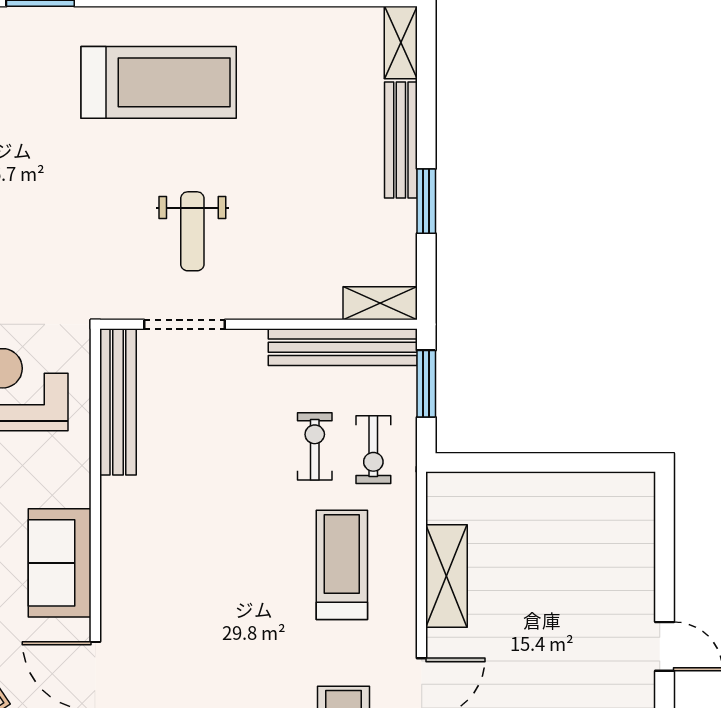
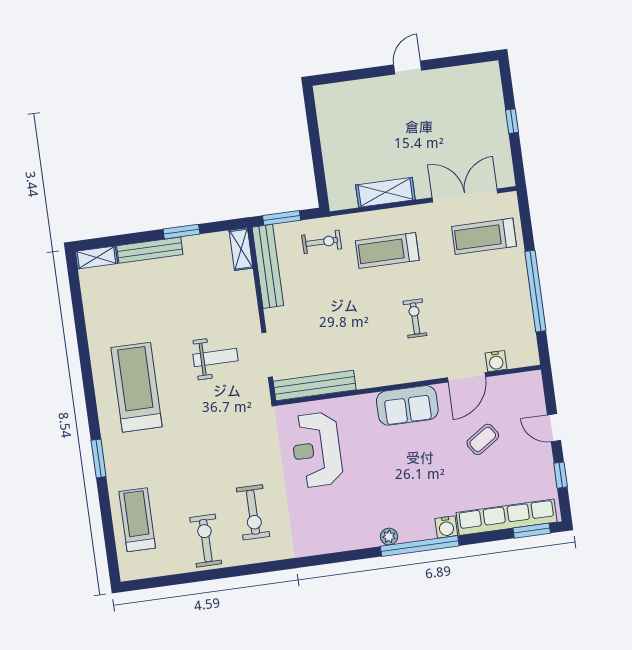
exercise bike: (315, 446) -> (415, 318), moved, turned 90

